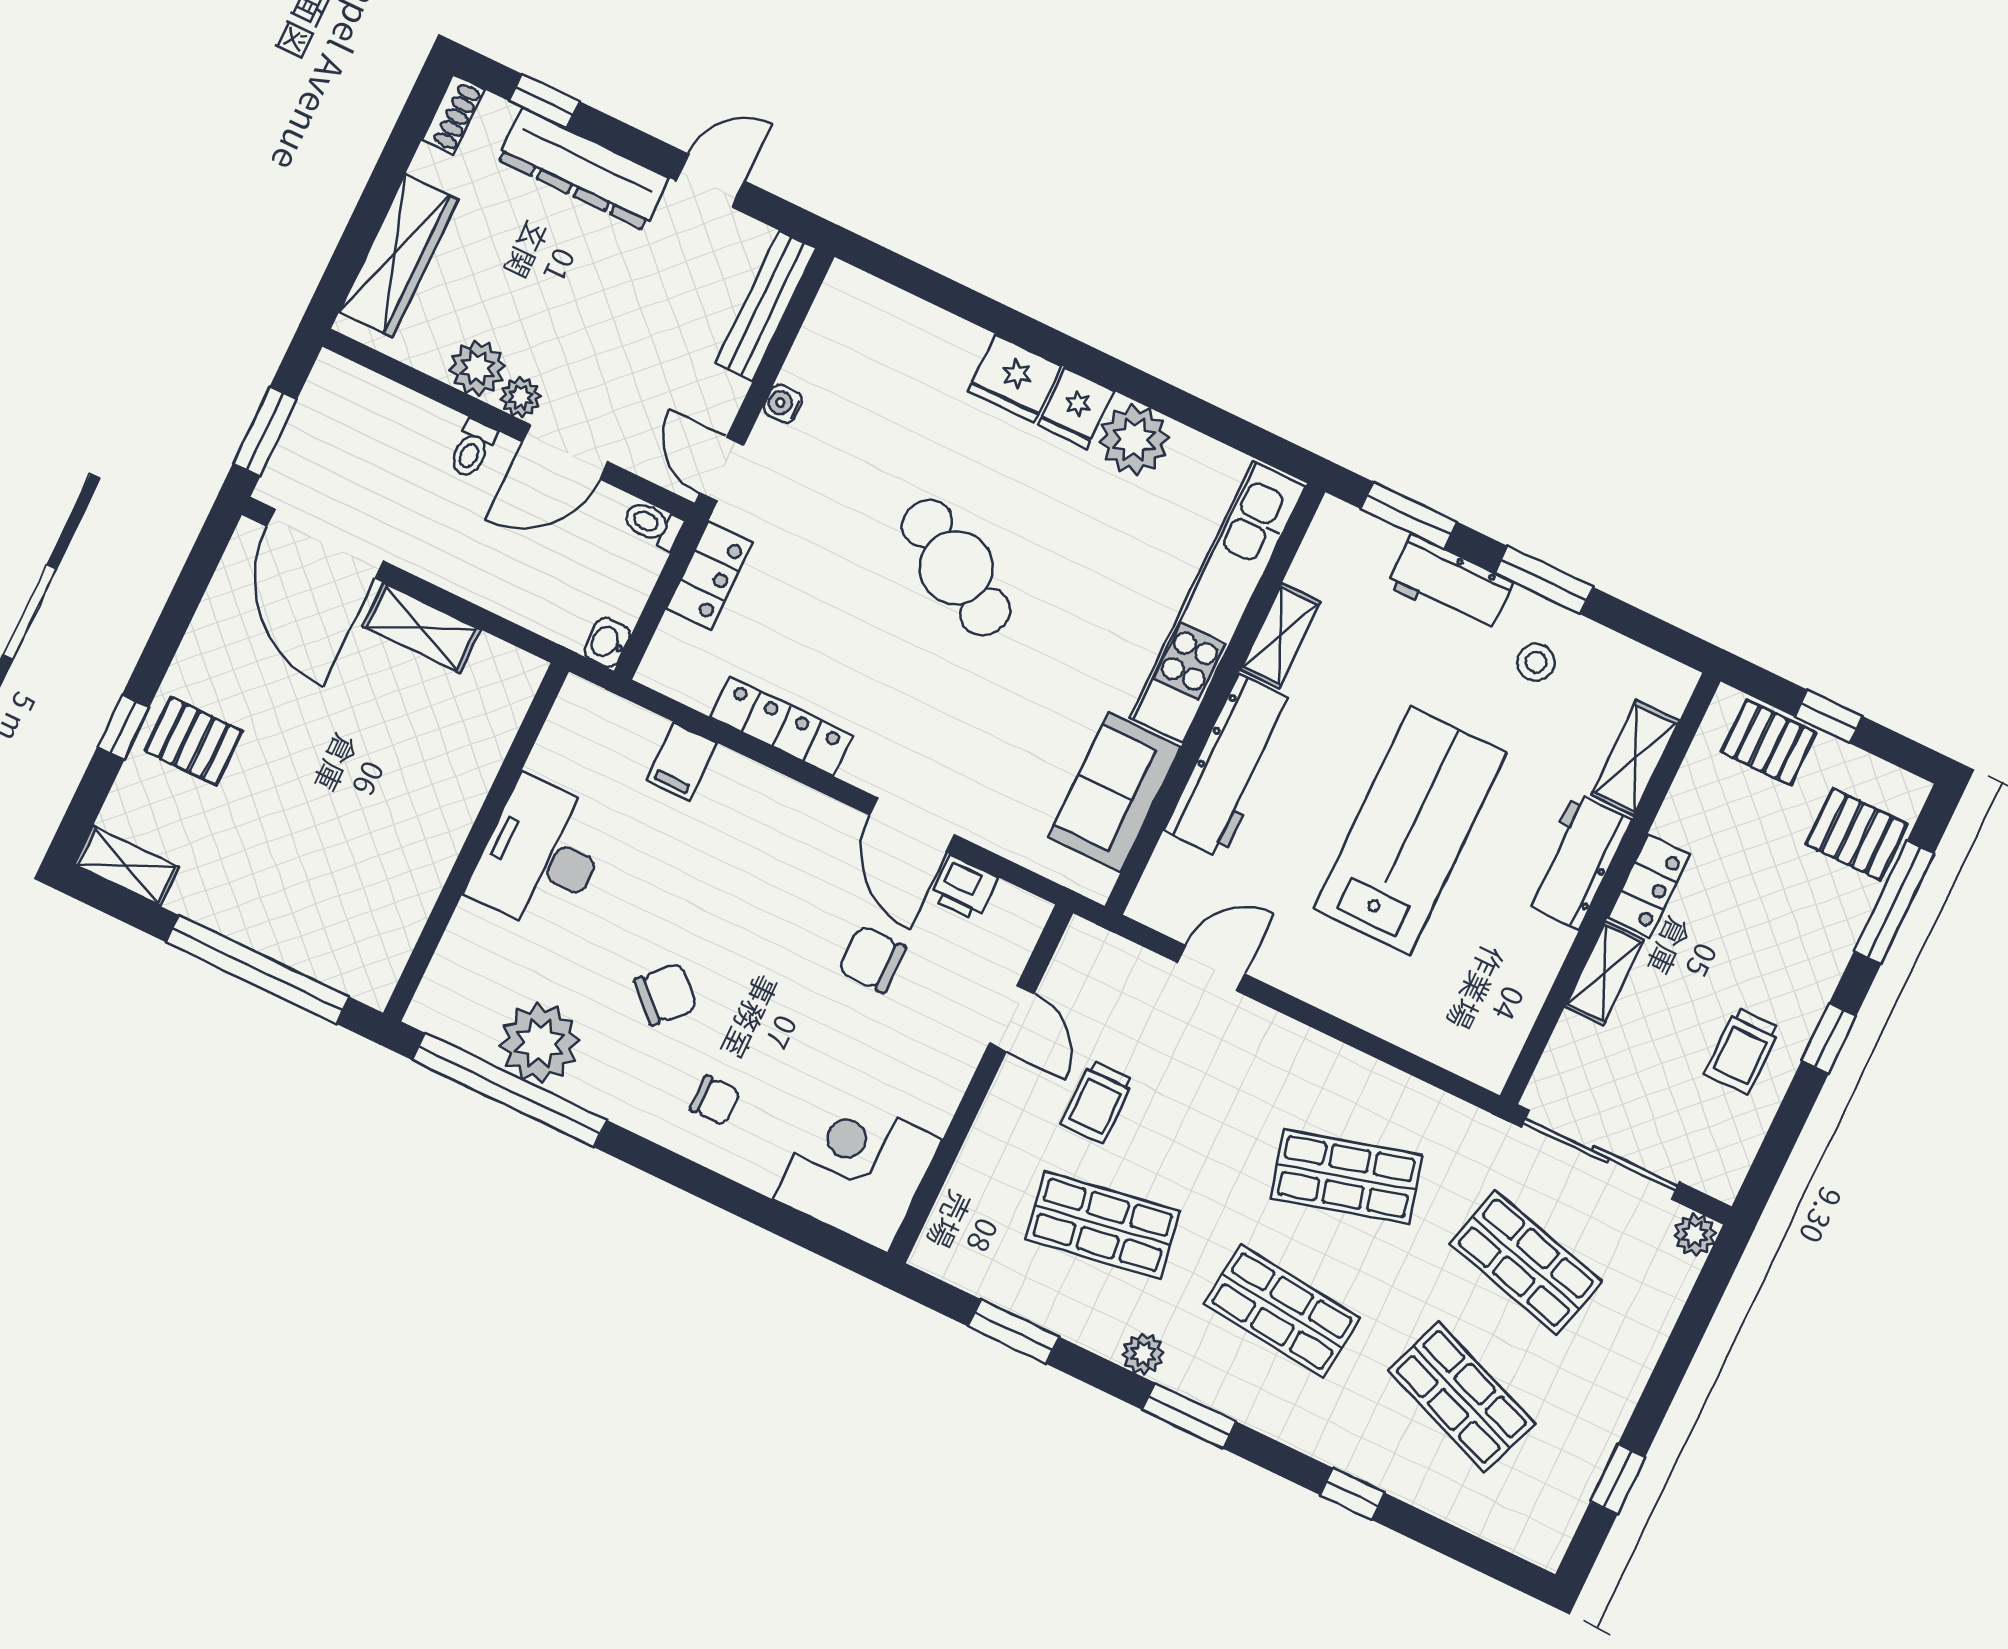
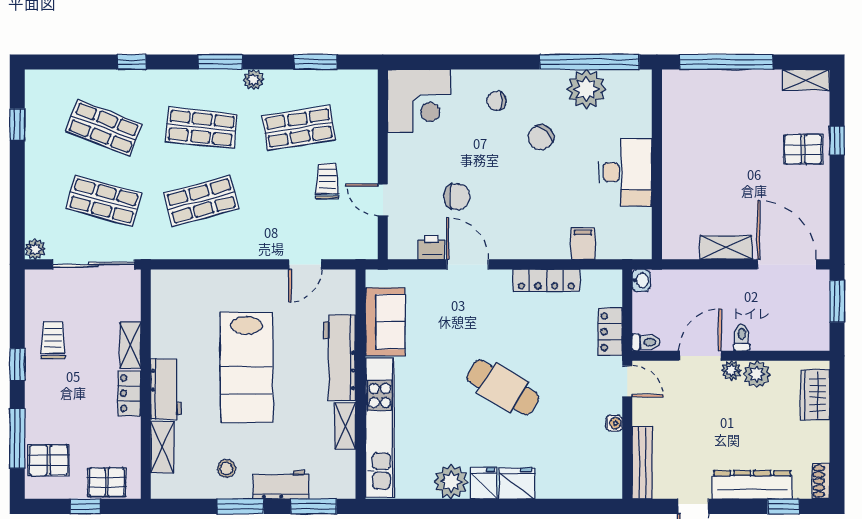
wardrobe: (399, 256) -> (815, 395), width x0.67

